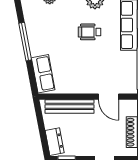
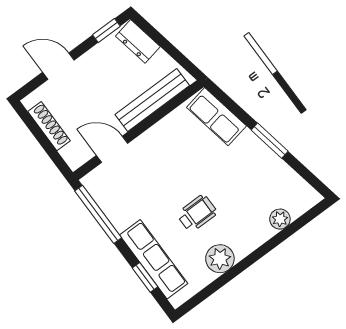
window: (25, 42) -> (270, 141), width x0.69

